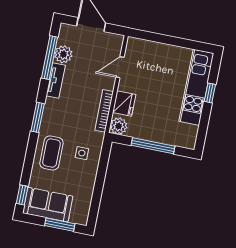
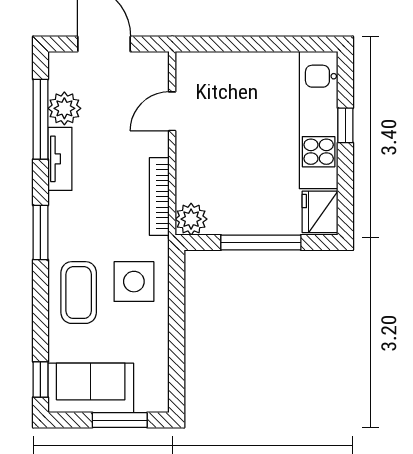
fridge: (124, 104) -> (320, 212), moved, turned 180
side table: (82, 153) -> (134, 282), width x1.87, depth x1.87

